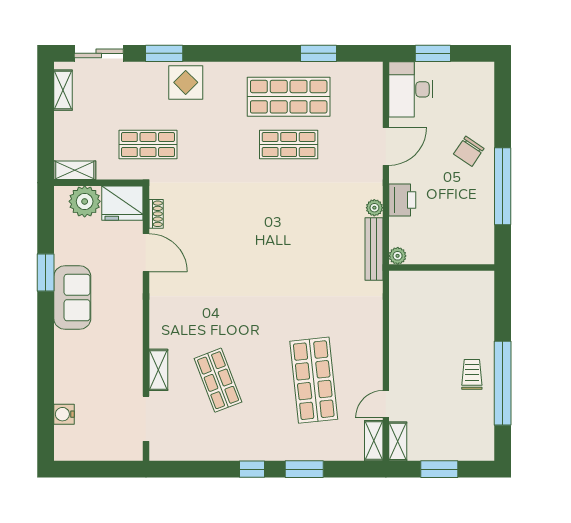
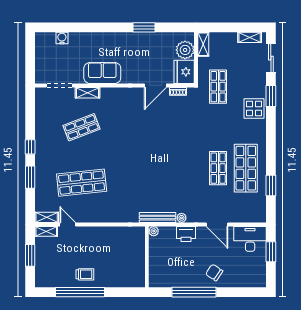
sofa: (72, 298) -> (102, 73), moved, turned 180

